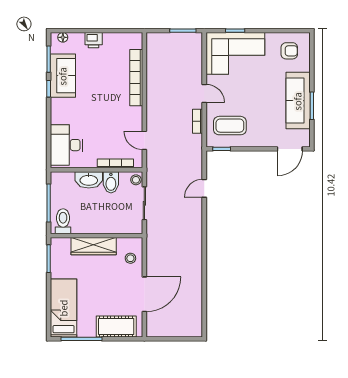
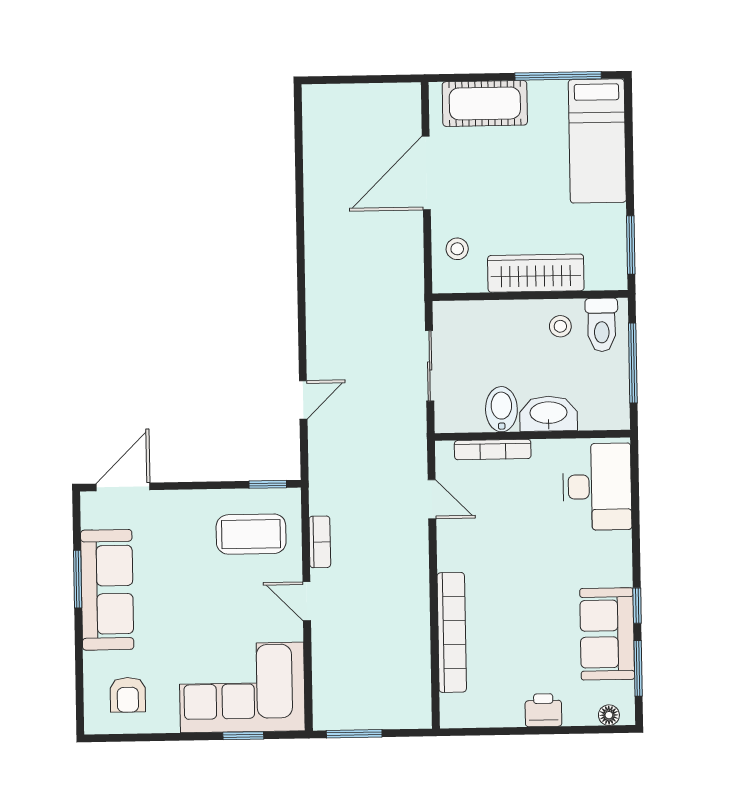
armchair: (289, 51) -> (128, 695), turned -90
stool: (136, 180) -> (560, 326), moved

